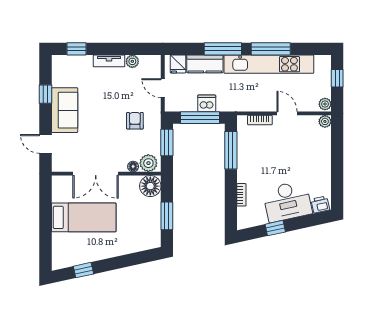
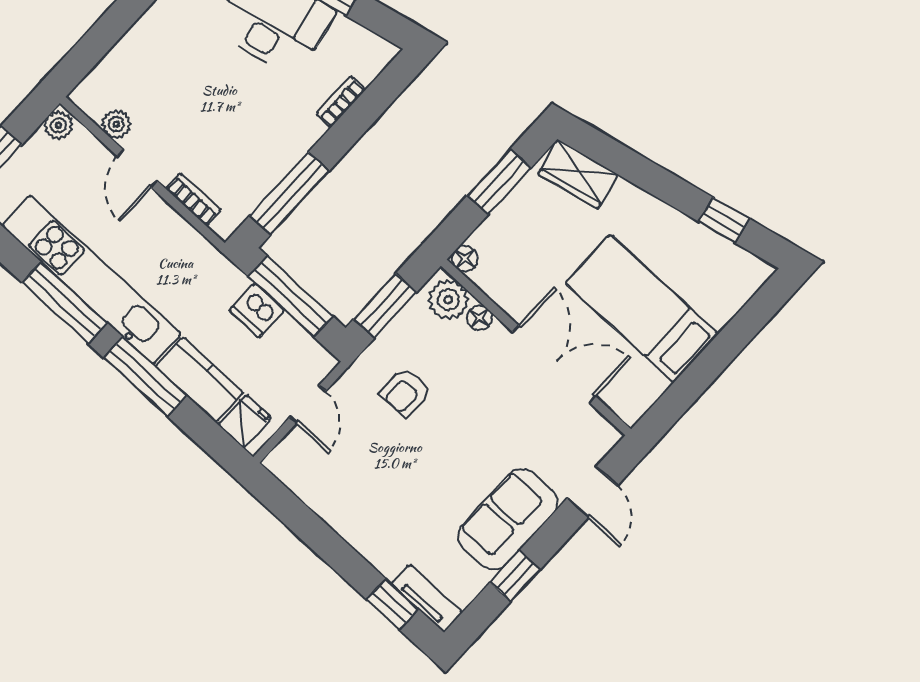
tv unit: (109, 61) -> (427, 598), moved
plant: (132, 61) -> (318, 496), removed
plant: (325, 121) -> (116, 124), moved
floor lamp: (150, 186) -> (465, 259), width x0.53, depth x0.53
wardrobe: (144, 242) -> (578, 174), added

